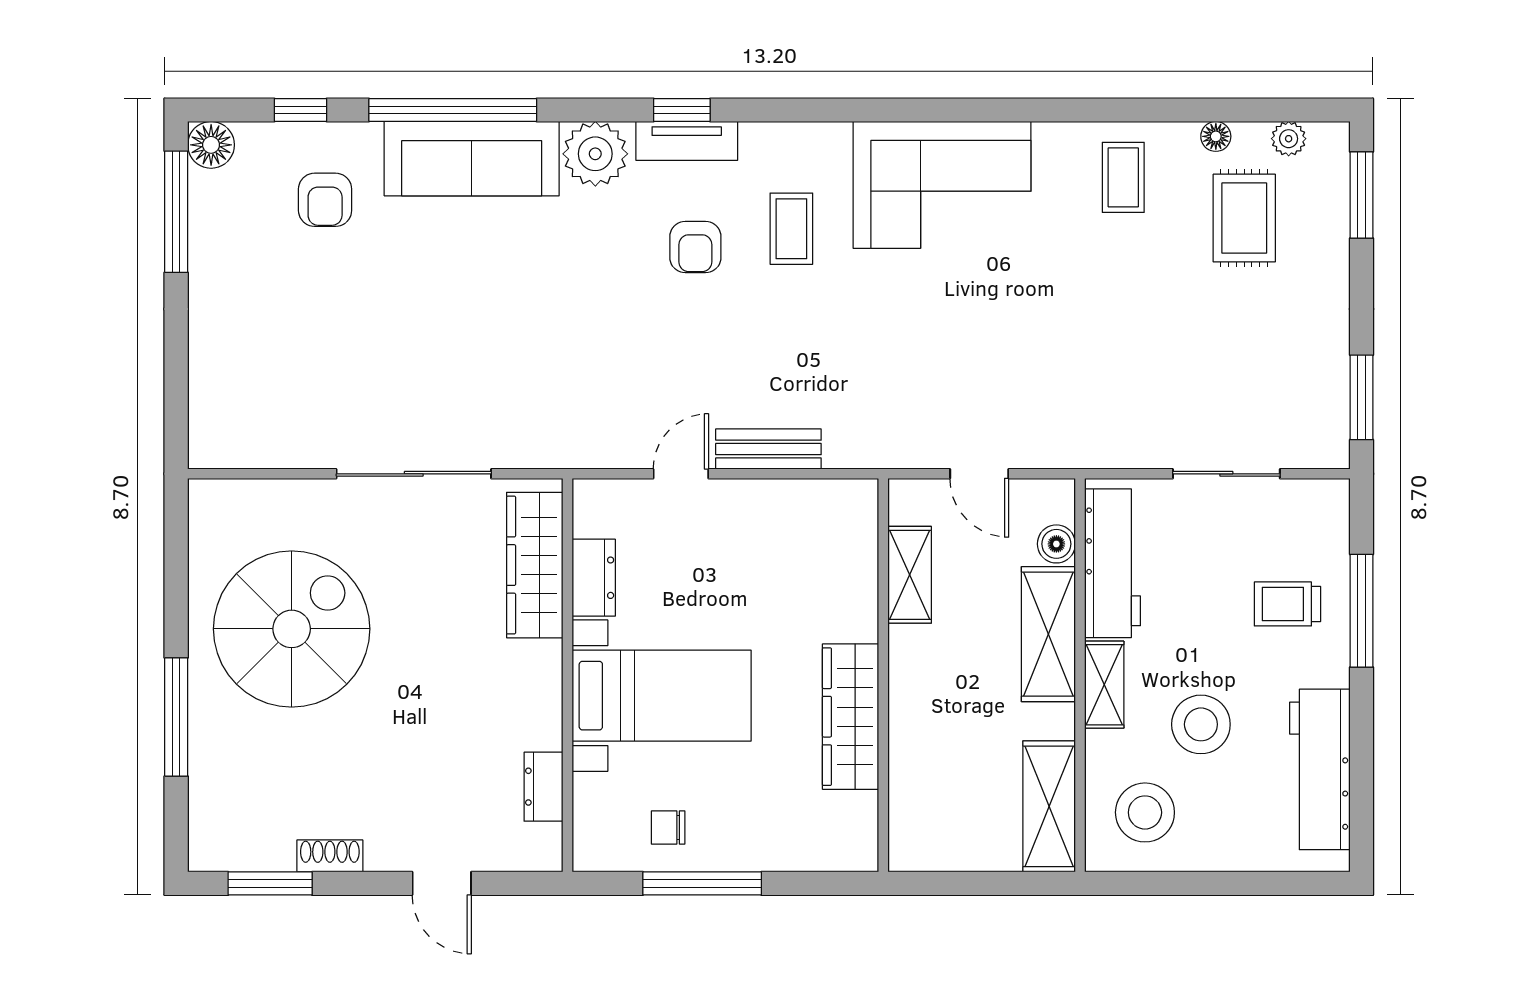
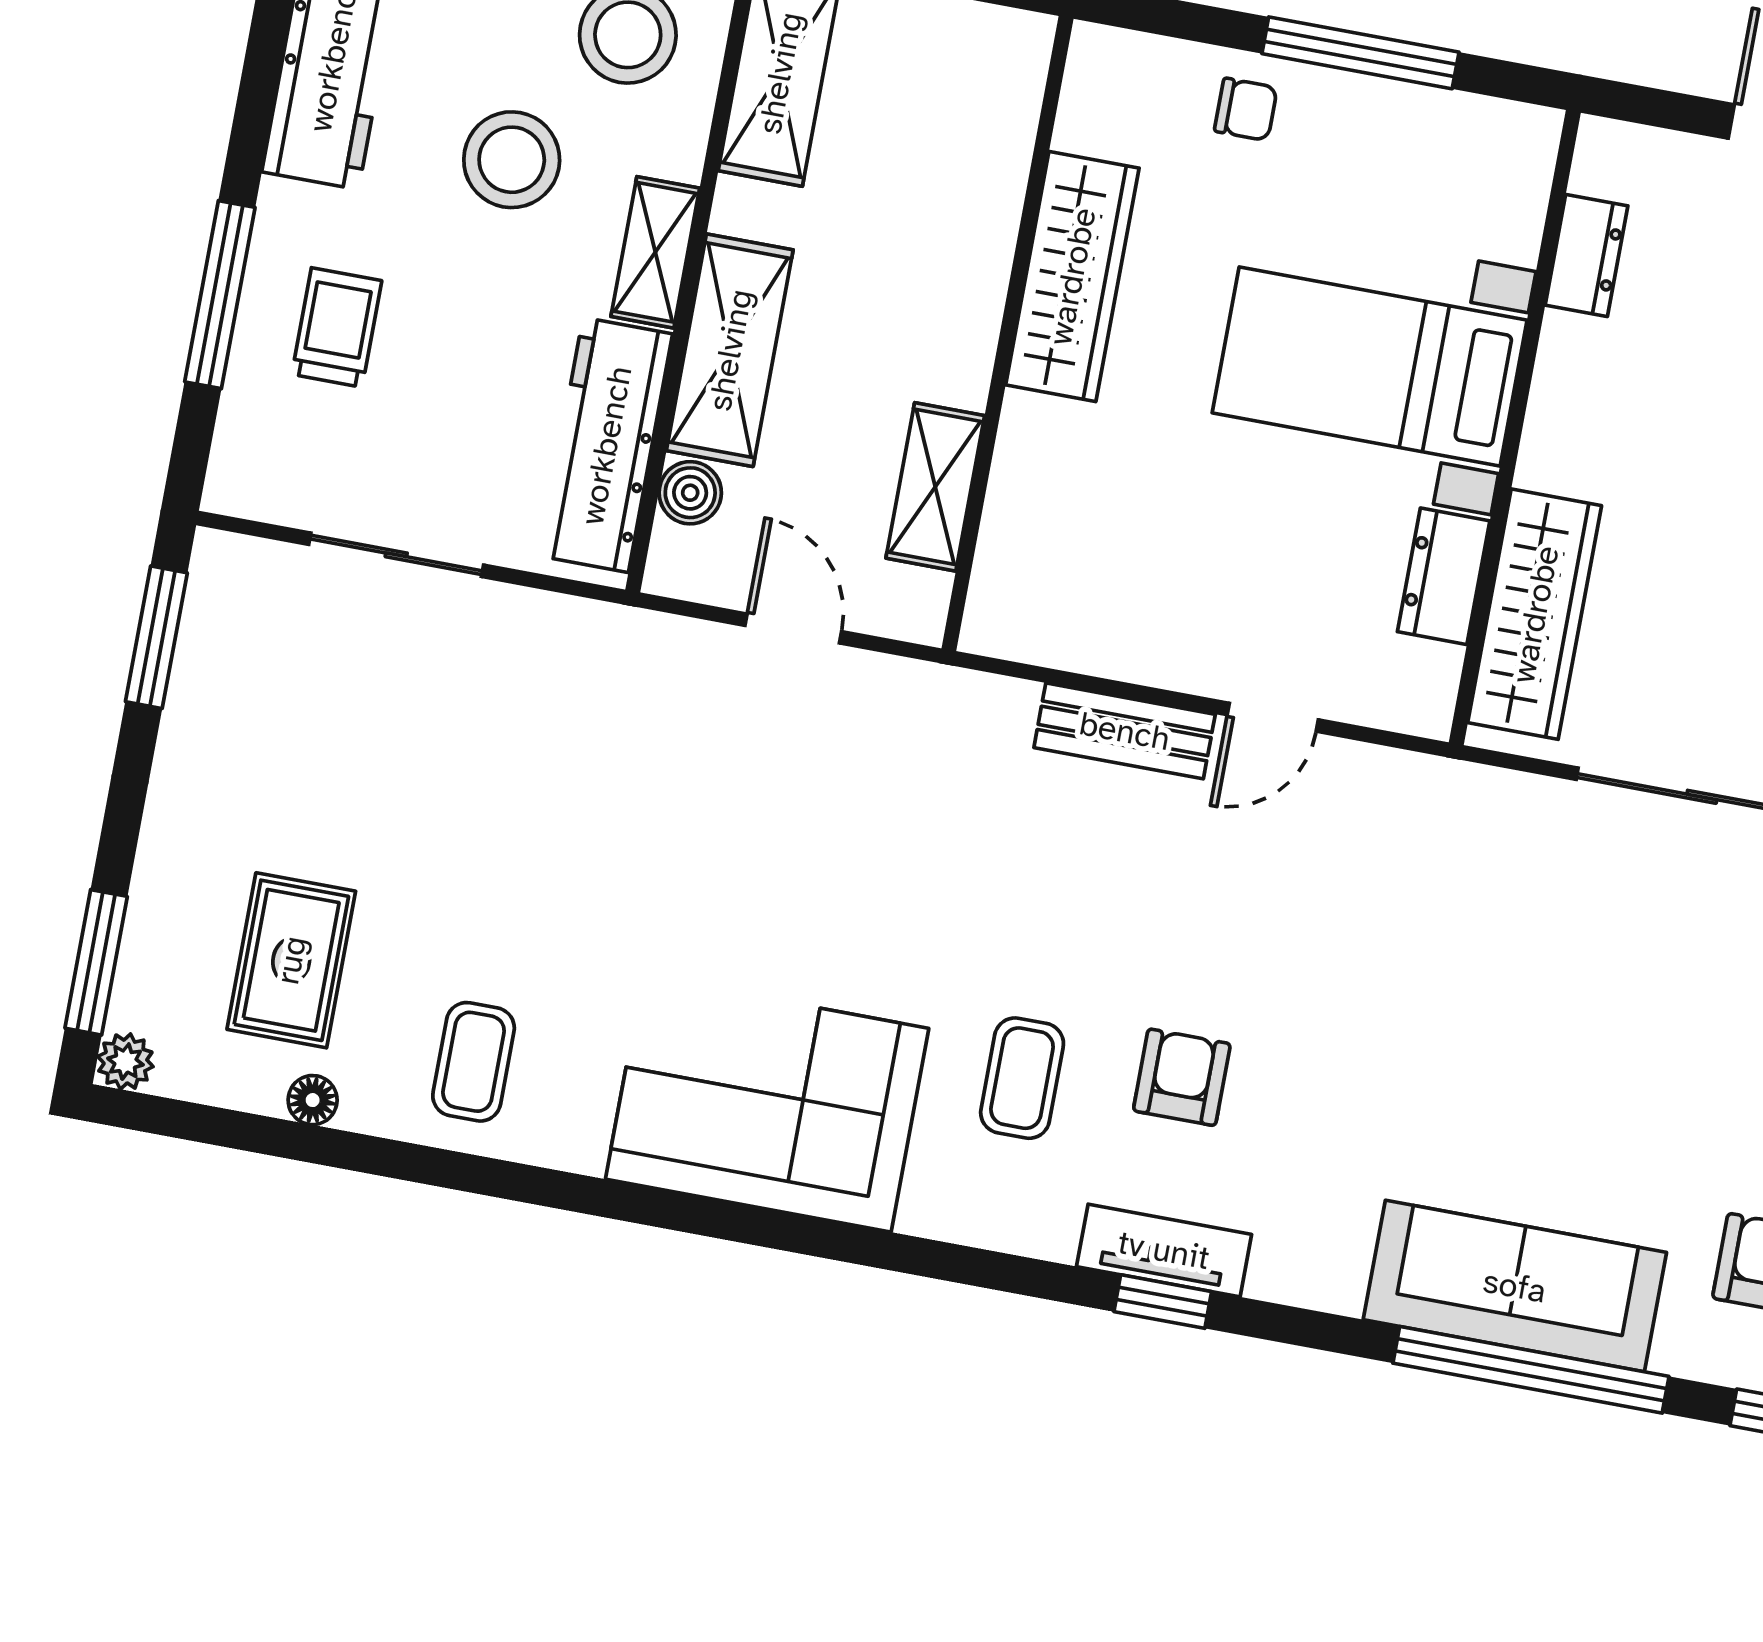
plant: (1289, 139) -> (125, 1062), moved
plant: (595, 154) -> (1315, 1257), removed
trolley: (1287, 604) -> (337, 327), turned -90
chair: (668, 828) -> (1246, 109), moved

